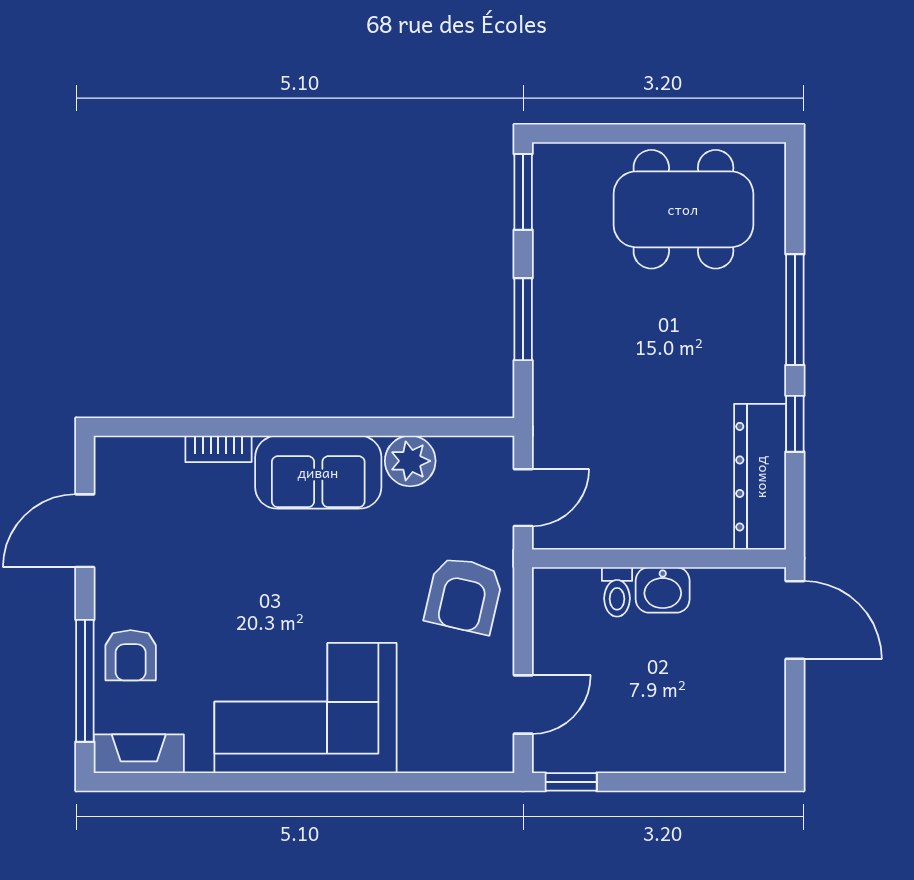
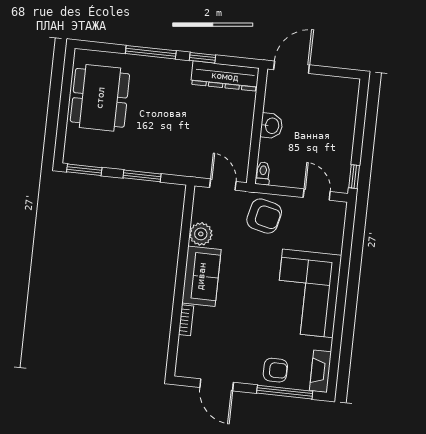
toilet: (617, 592) -> (263, 173), moved, turned -90

